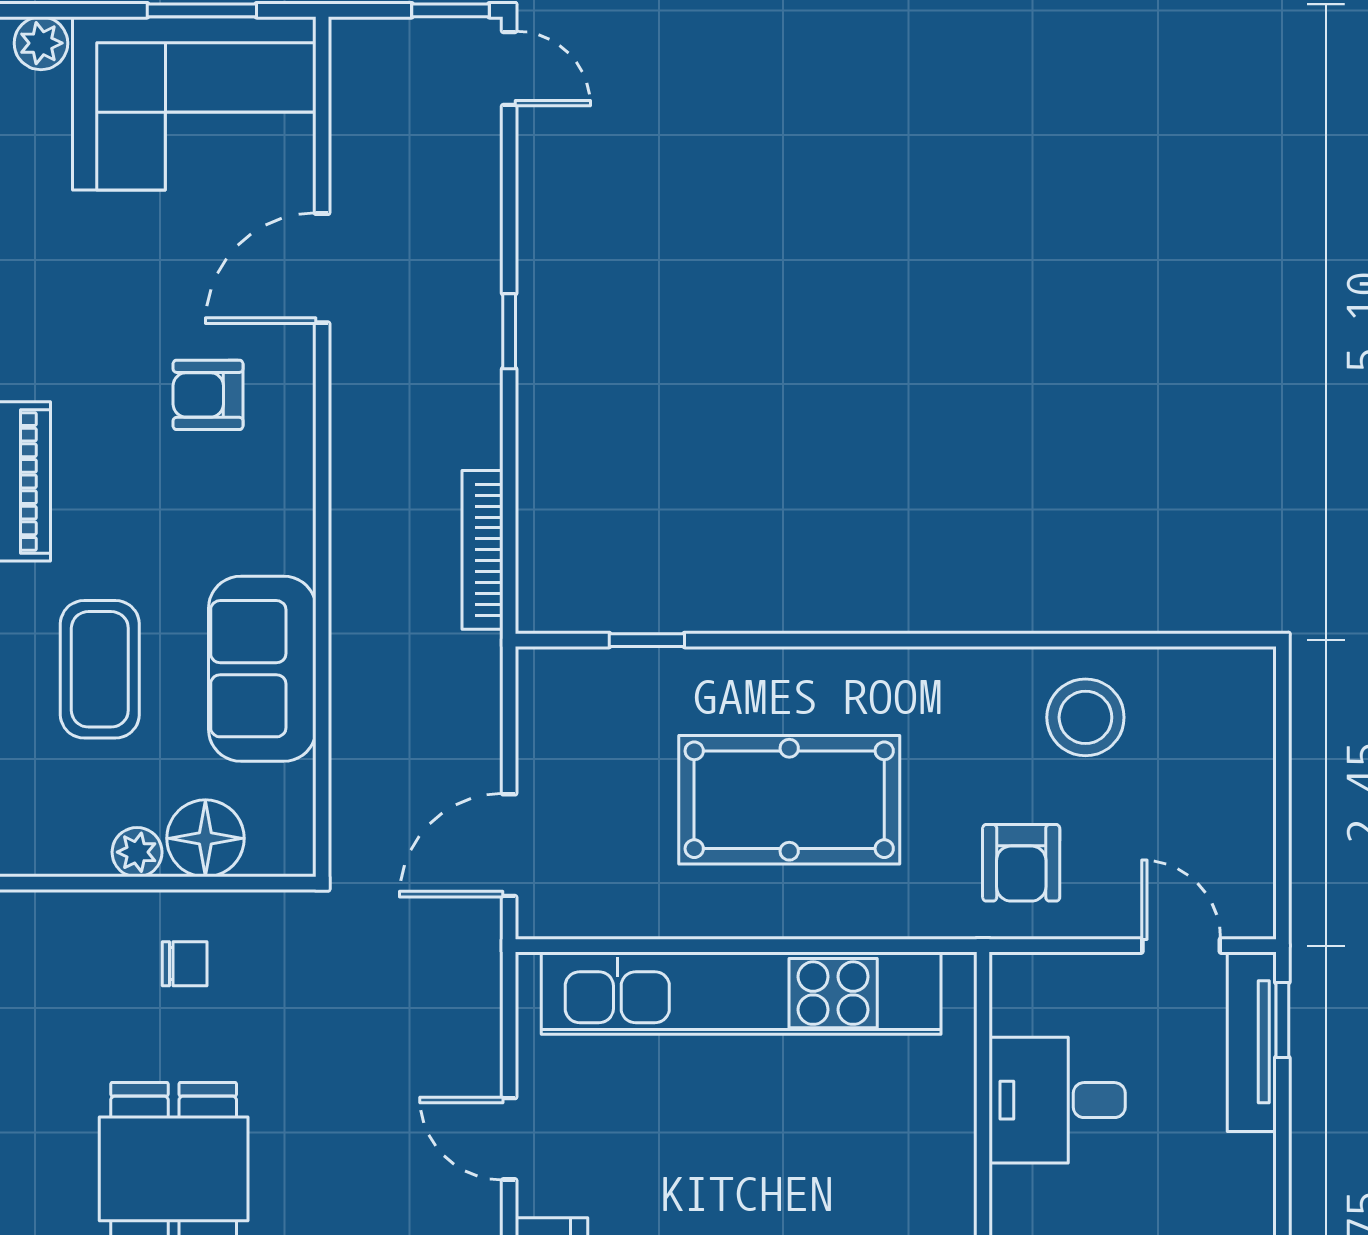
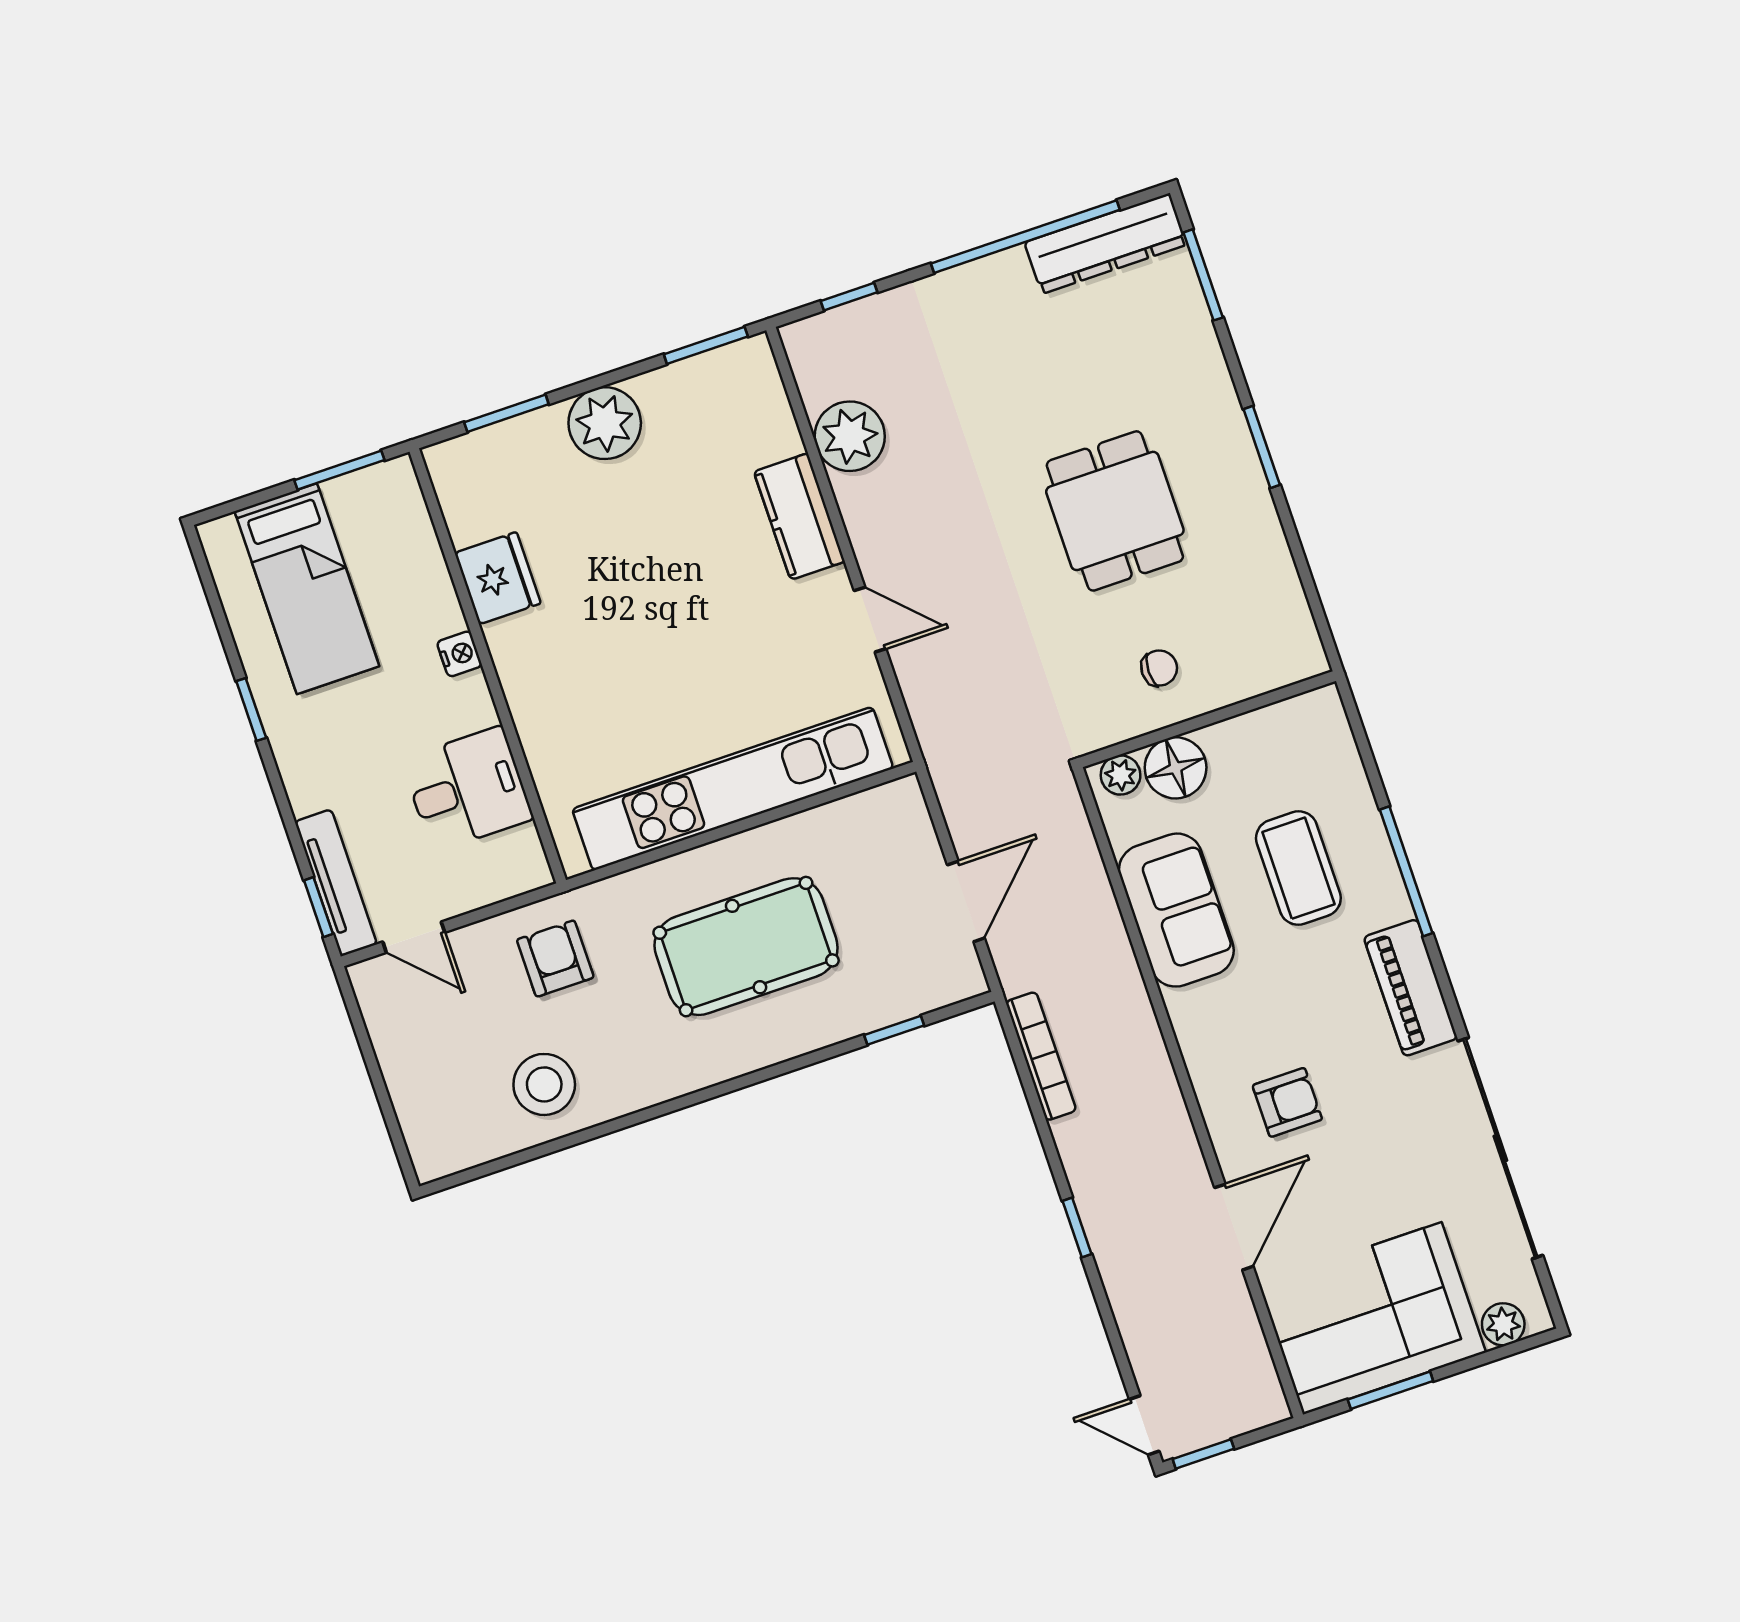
door: (509, 845) -> (966, 901), moved
plant: (137, 852) -> (1121, 775), moved
chair: (185, 964) -> (1159, 668), turned 180

